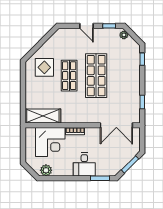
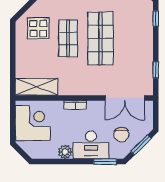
corner desk: (50, 142) -> (33, 123), moved, turned -90
chair: (114, 156) -> (121, 134), added
desk: (84, 164) -> (91, 145), width x1.37
plant: (46, 170) -> (65, 152), moved

